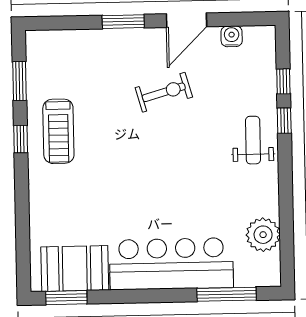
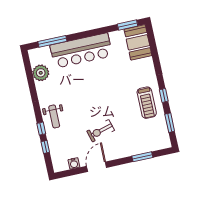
window: (123, 22) -> (142, 157), moved
treadmill: (58, 131) -> (147, 103), turned 180
booth: (75, 268) -> (138, 42), moved, turned 90

